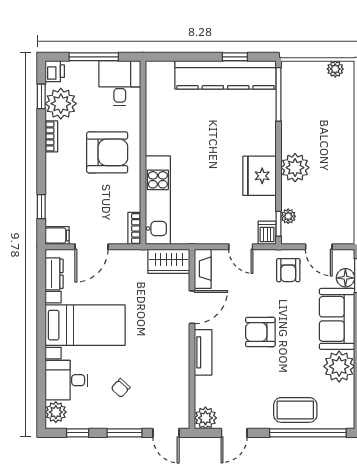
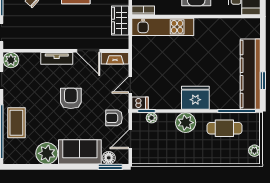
cafe table: (303, 112) -> (224, 128), added
fridge: (259, 176) -> (195, 98), moved
wardrobe: (169, 261) -> (120, 21), moved

